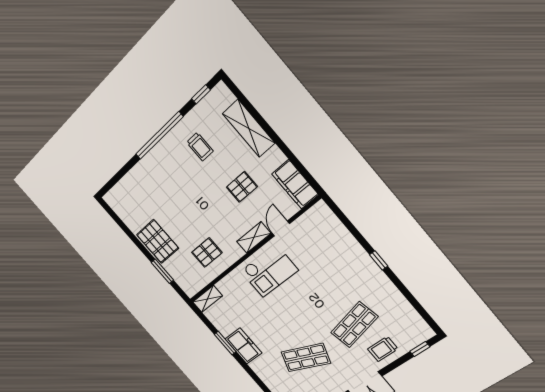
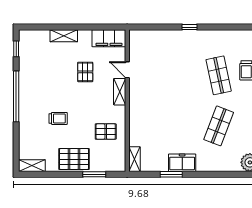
shelving: (249, 128) -> (64, 36), width x0.67, depth x0.75
trolley: (200, 147) -> (58, 118), moved
shelving: (117, 206) -> (32, 166), added
pallet: (207, 253) -> (106, 132), turned 90
checkout: (269, 271) -> (147, 100), removed

